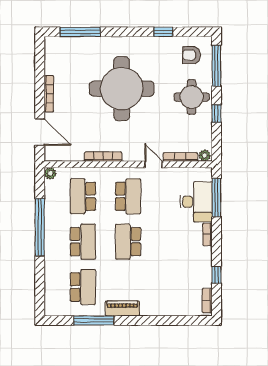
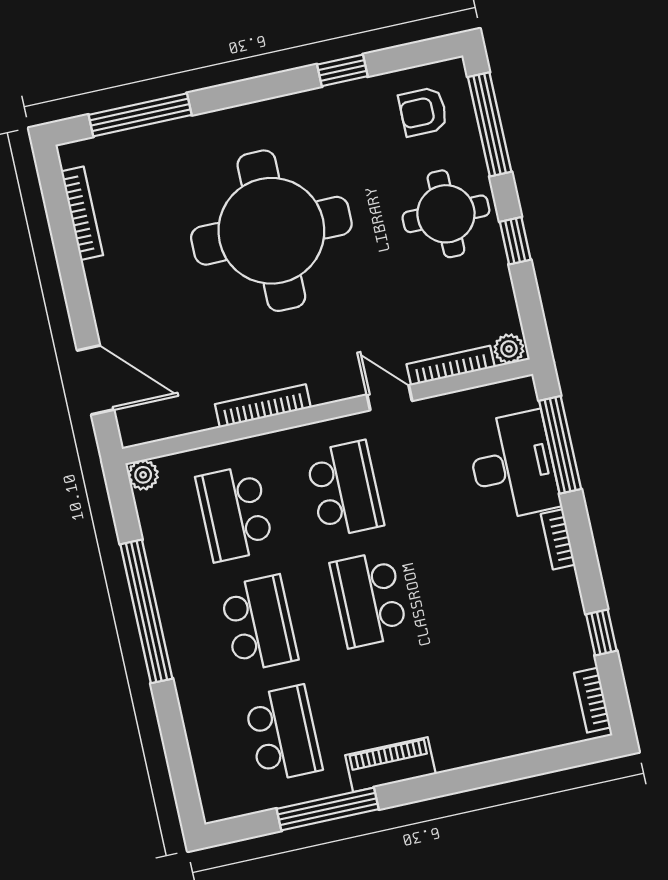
bookcase: (49, 94) -> (82, 213), moved

